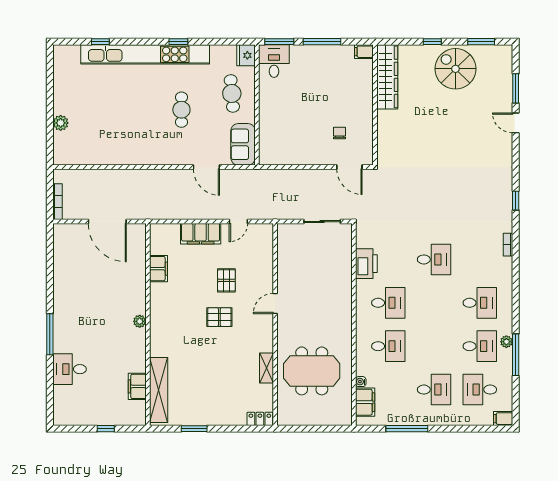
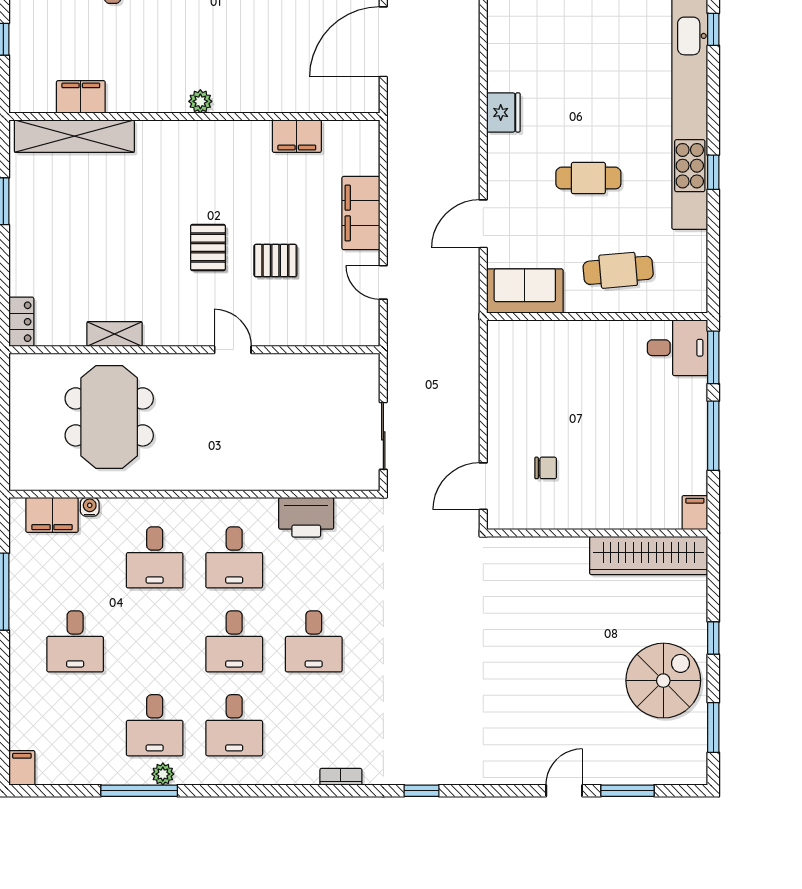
fridge: (246, 55) -> (503, 112), moved, turned 90
desk: (480, 390) -> (234, 641), moved, turned 180

